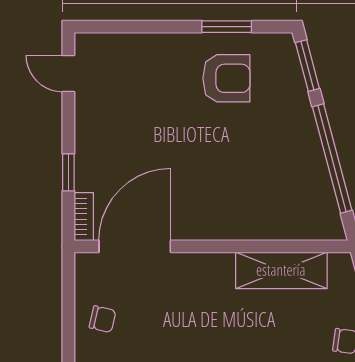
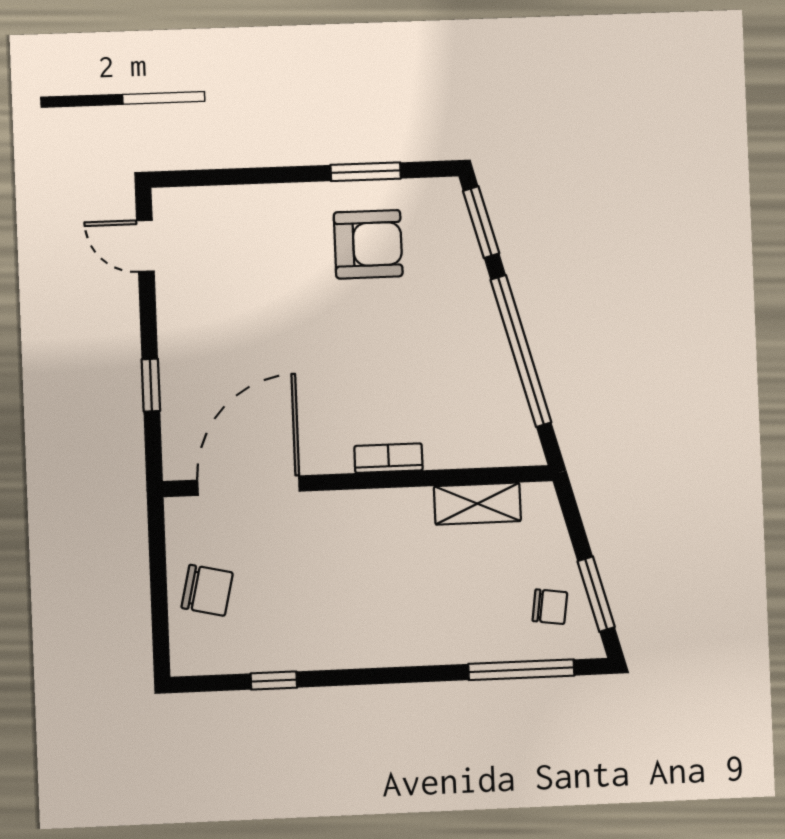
bookcase: (84, 217) -> (388, 458), moved, turned -90
shelving: (281, 270) -> (477, 504), width x0.67, depth x0.75
chair: (102, 319) -> (207, 590), width x1.37, depth x1.37

